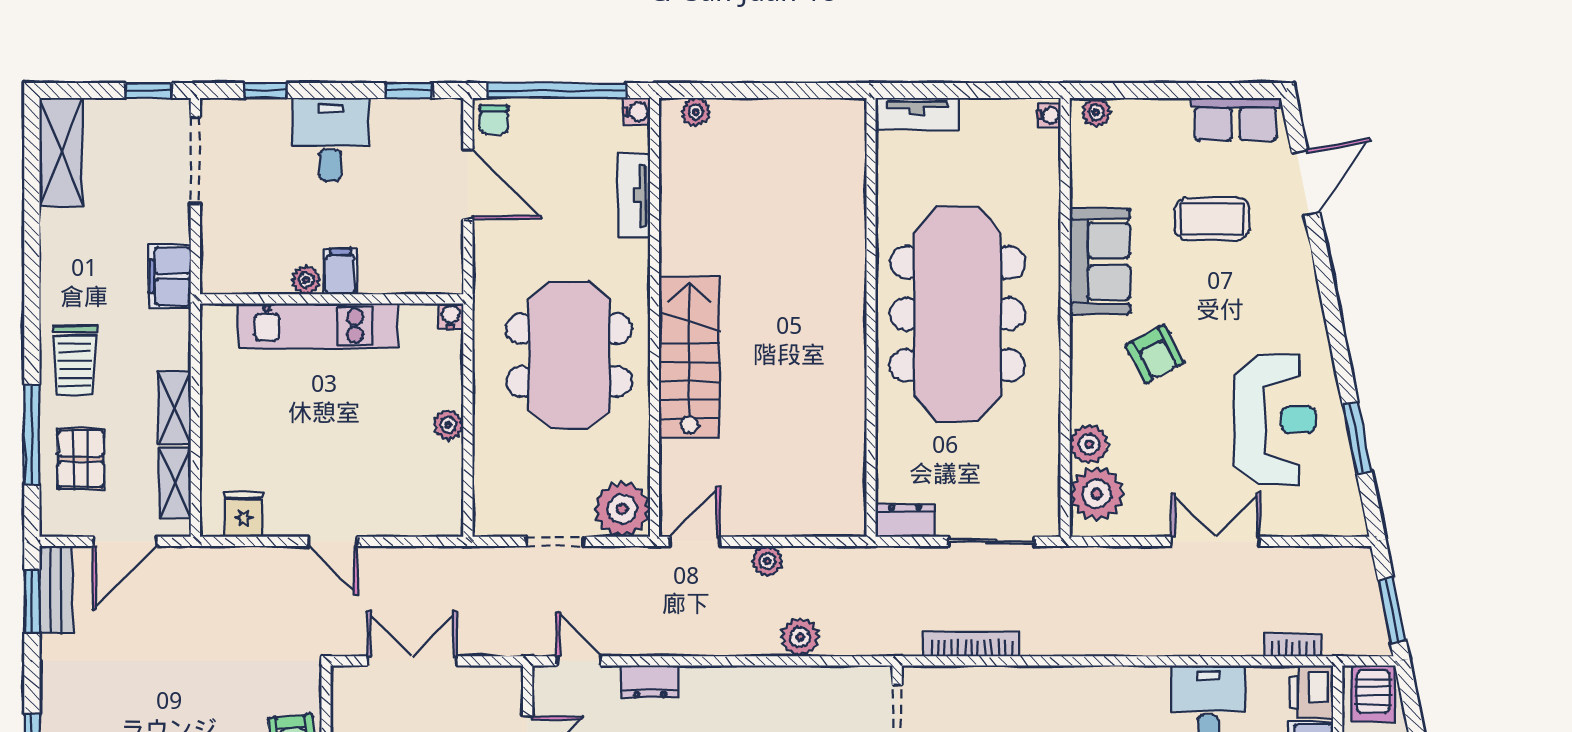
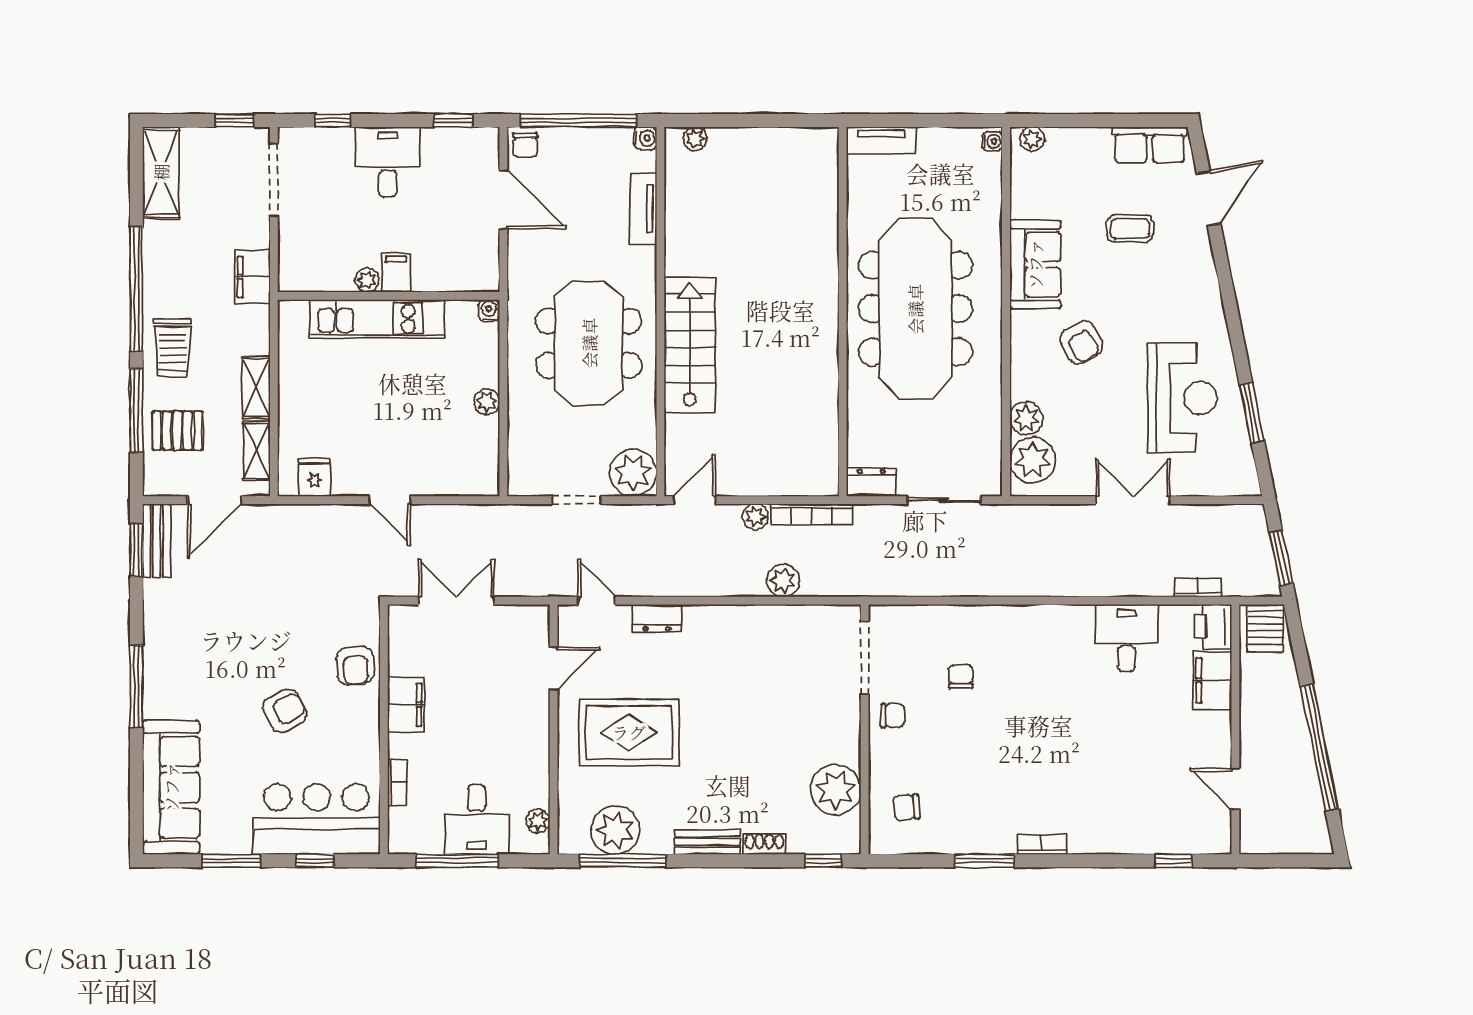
coffee table: (1212, 219) -> (1130, 229), width x0.73, depth x0.77
window: (32, 291) -> (136, 289), added
pallet: (81, 459) -> (177, 431), turned 90
bookcase: (971, 644) -> (812, 514), moved, turned 180

